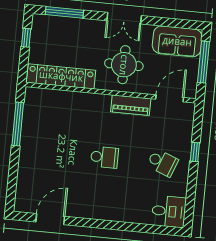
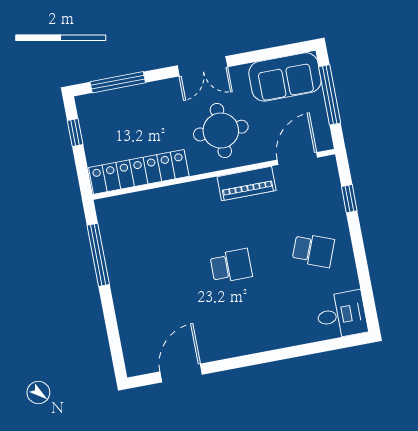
window: (195, 152) -> (349, 199), moved

